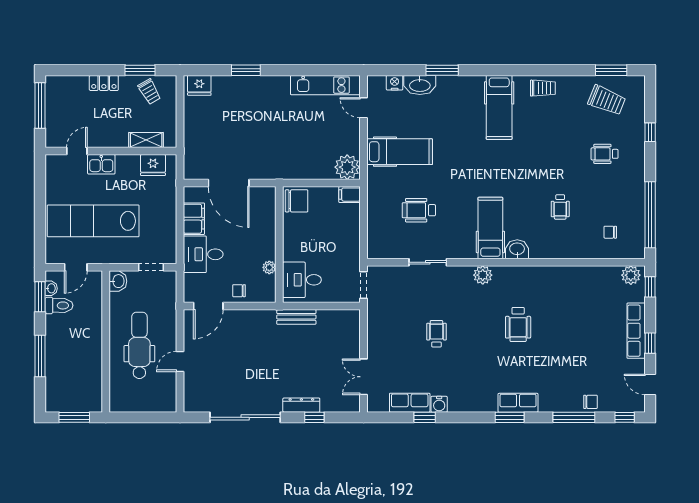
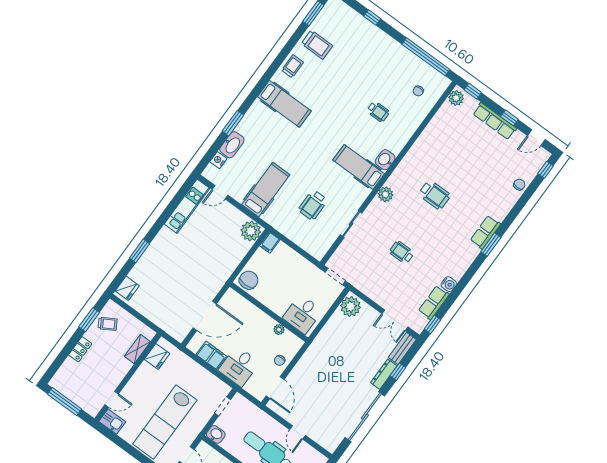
trolley: (607, 100) -> (317, 45), moved, turned 68
door: (77, 151) -> (112, 399), swing flipped
wheelchair: (605, 154) -> (365, 57), removed
kitchen sink: (101, 164) -> (112, 422), moved, turned -90
bench: (296, 317) -> (402, 349), moved
plant: (345, 322) -> (350, 307), added
window: (425, 417) -> (432, 324), moved
window: (574, 417) -> (521, 203), removed

